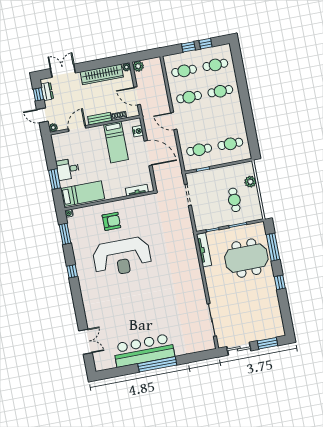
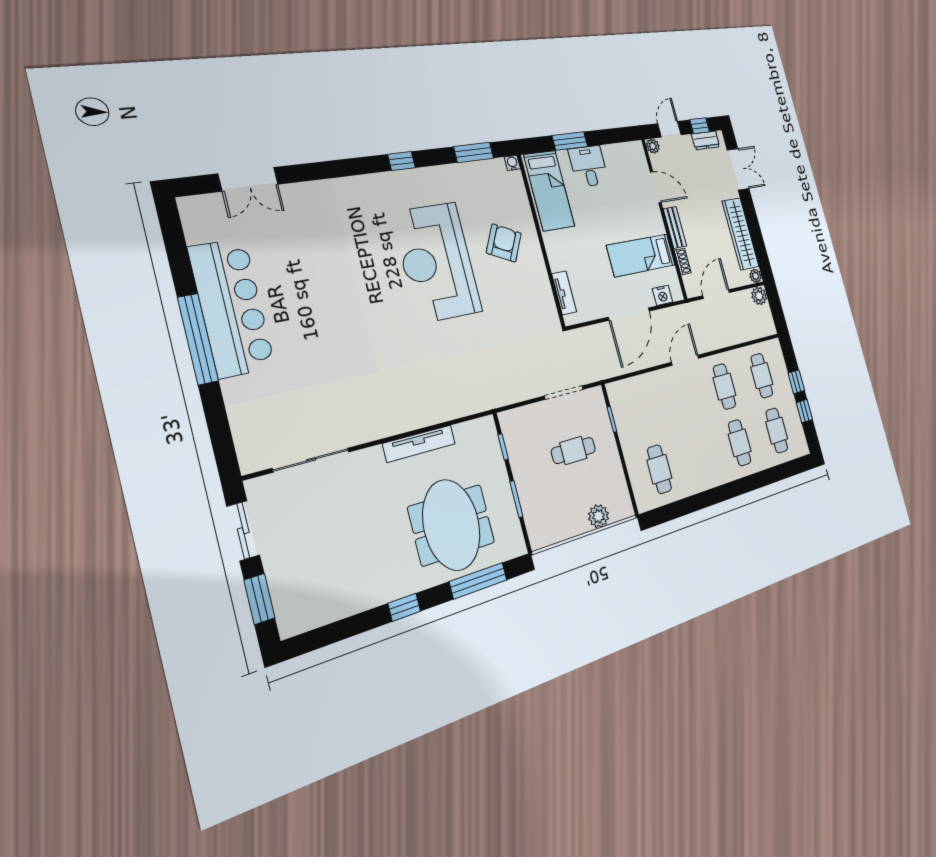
cafe table: (199, 150) -> (644, 410), removed
cafe table: (234, 200) -> (573, 450), moved
armchair: (111, 221) -> (504, 243), turned -153
tv unit: (204, 250) -> (419, 444), moved

